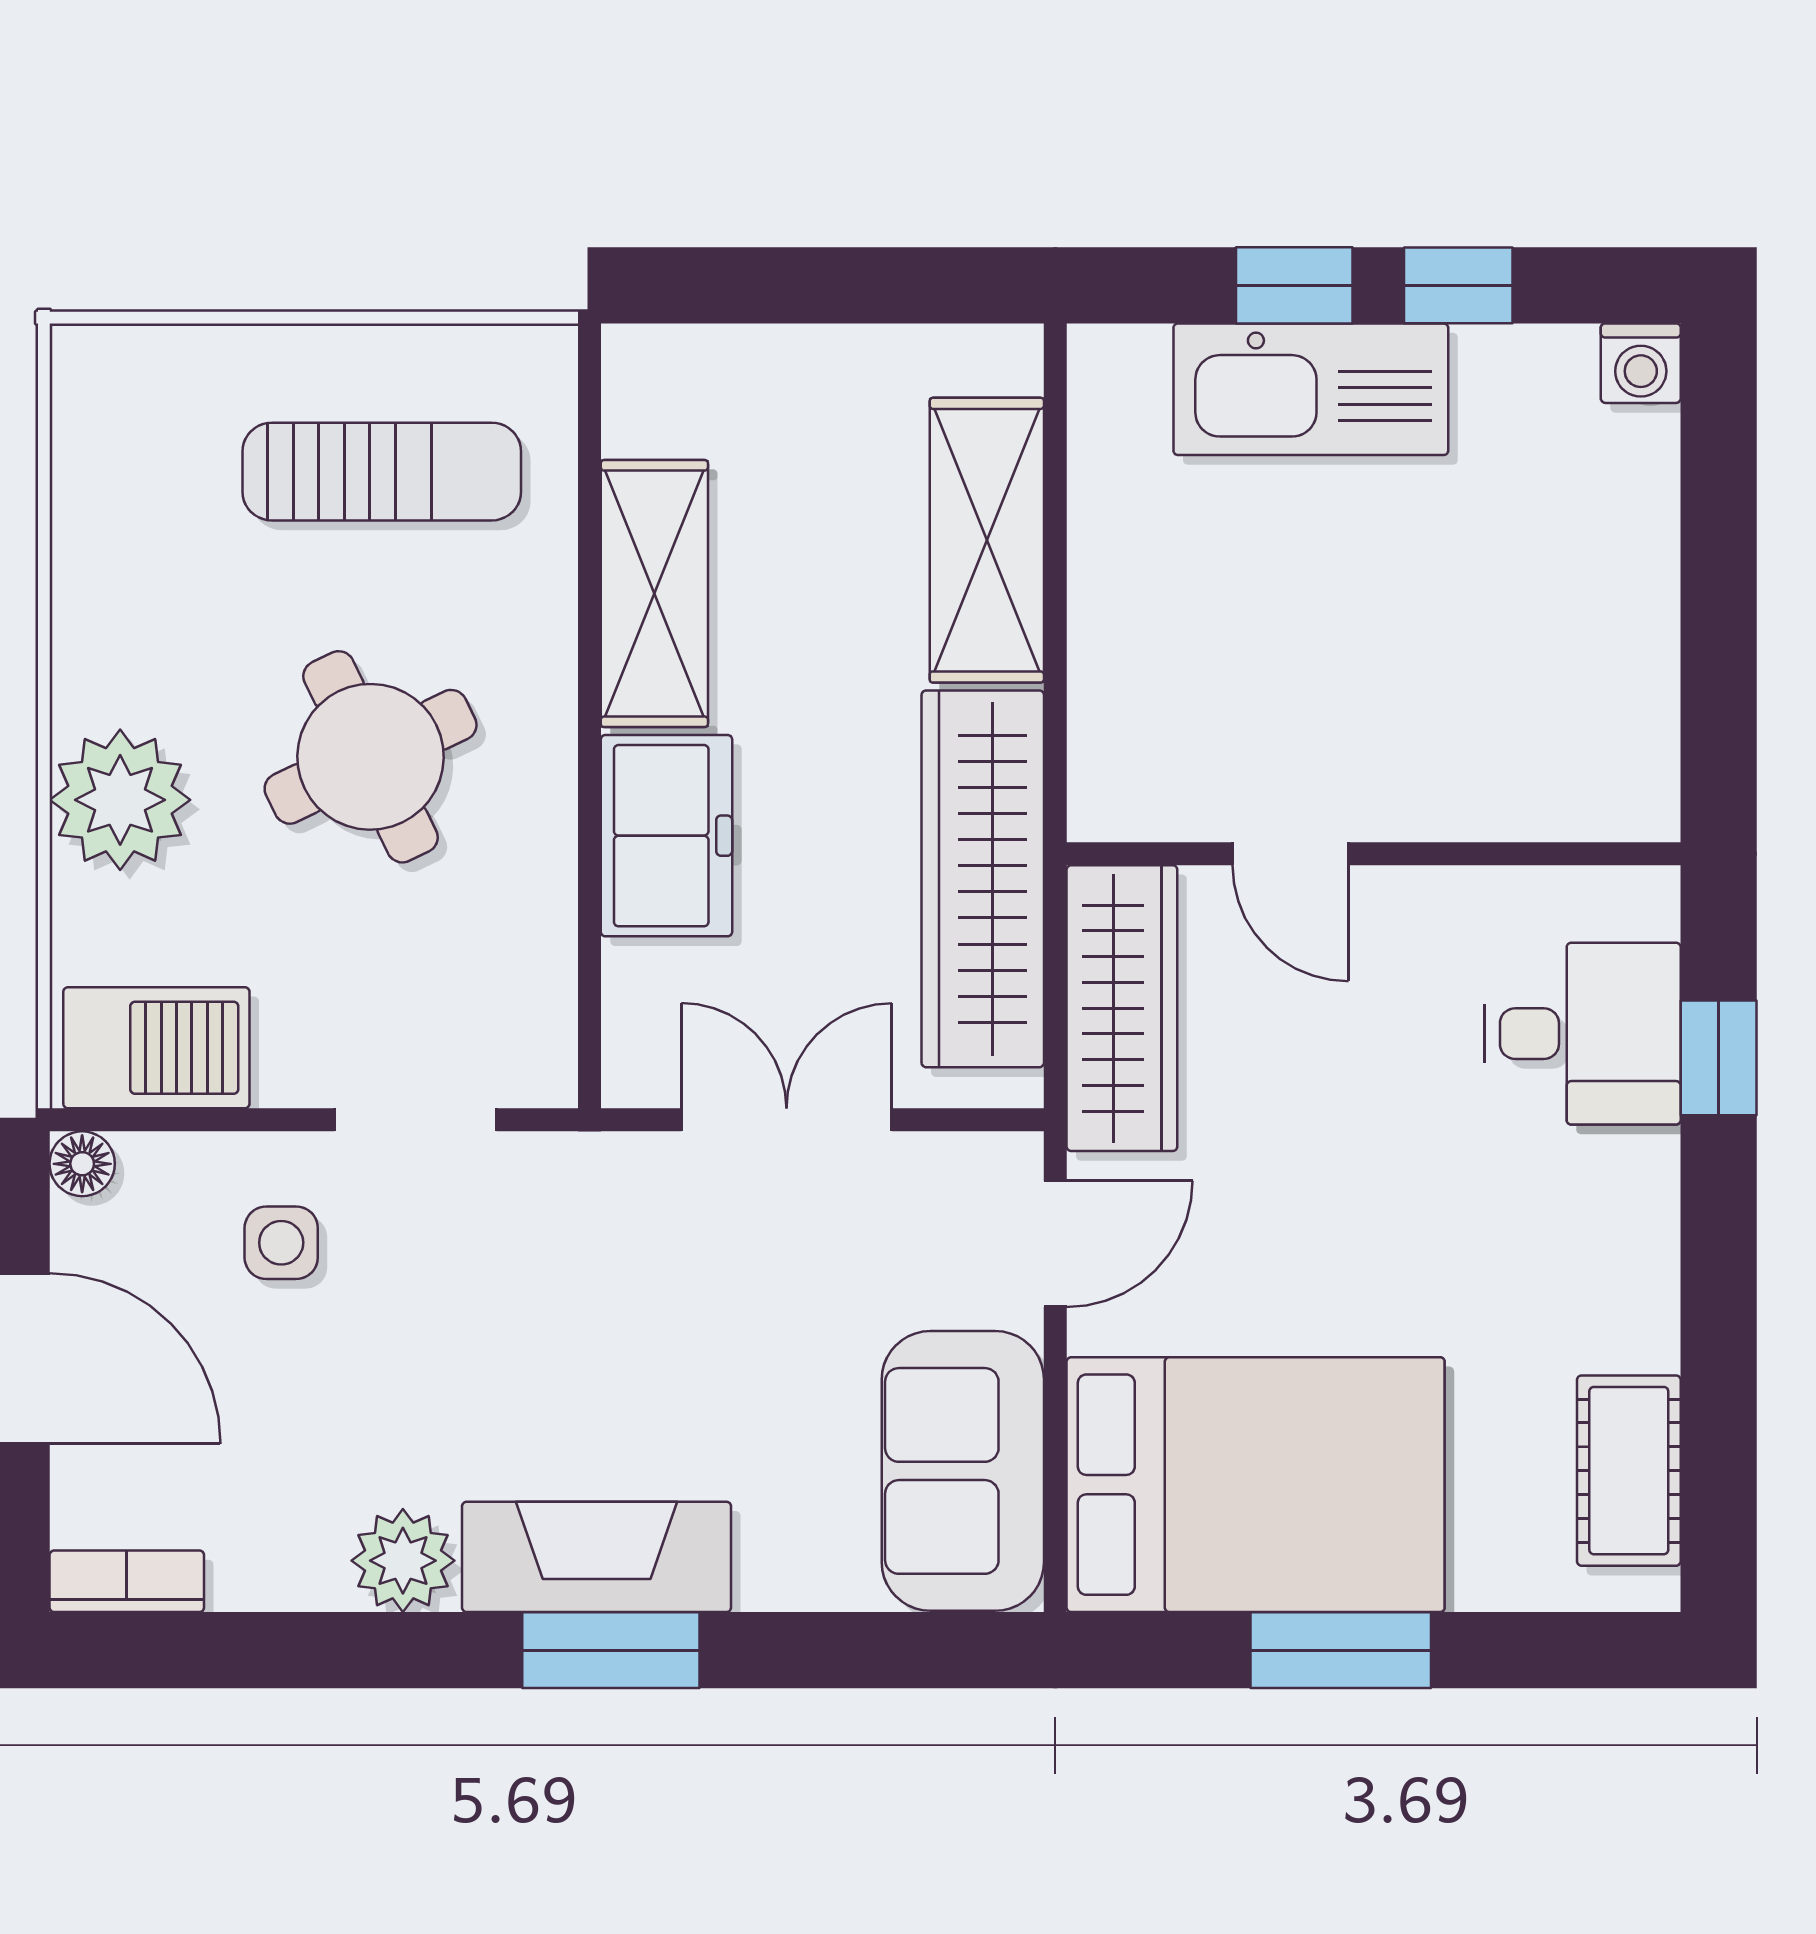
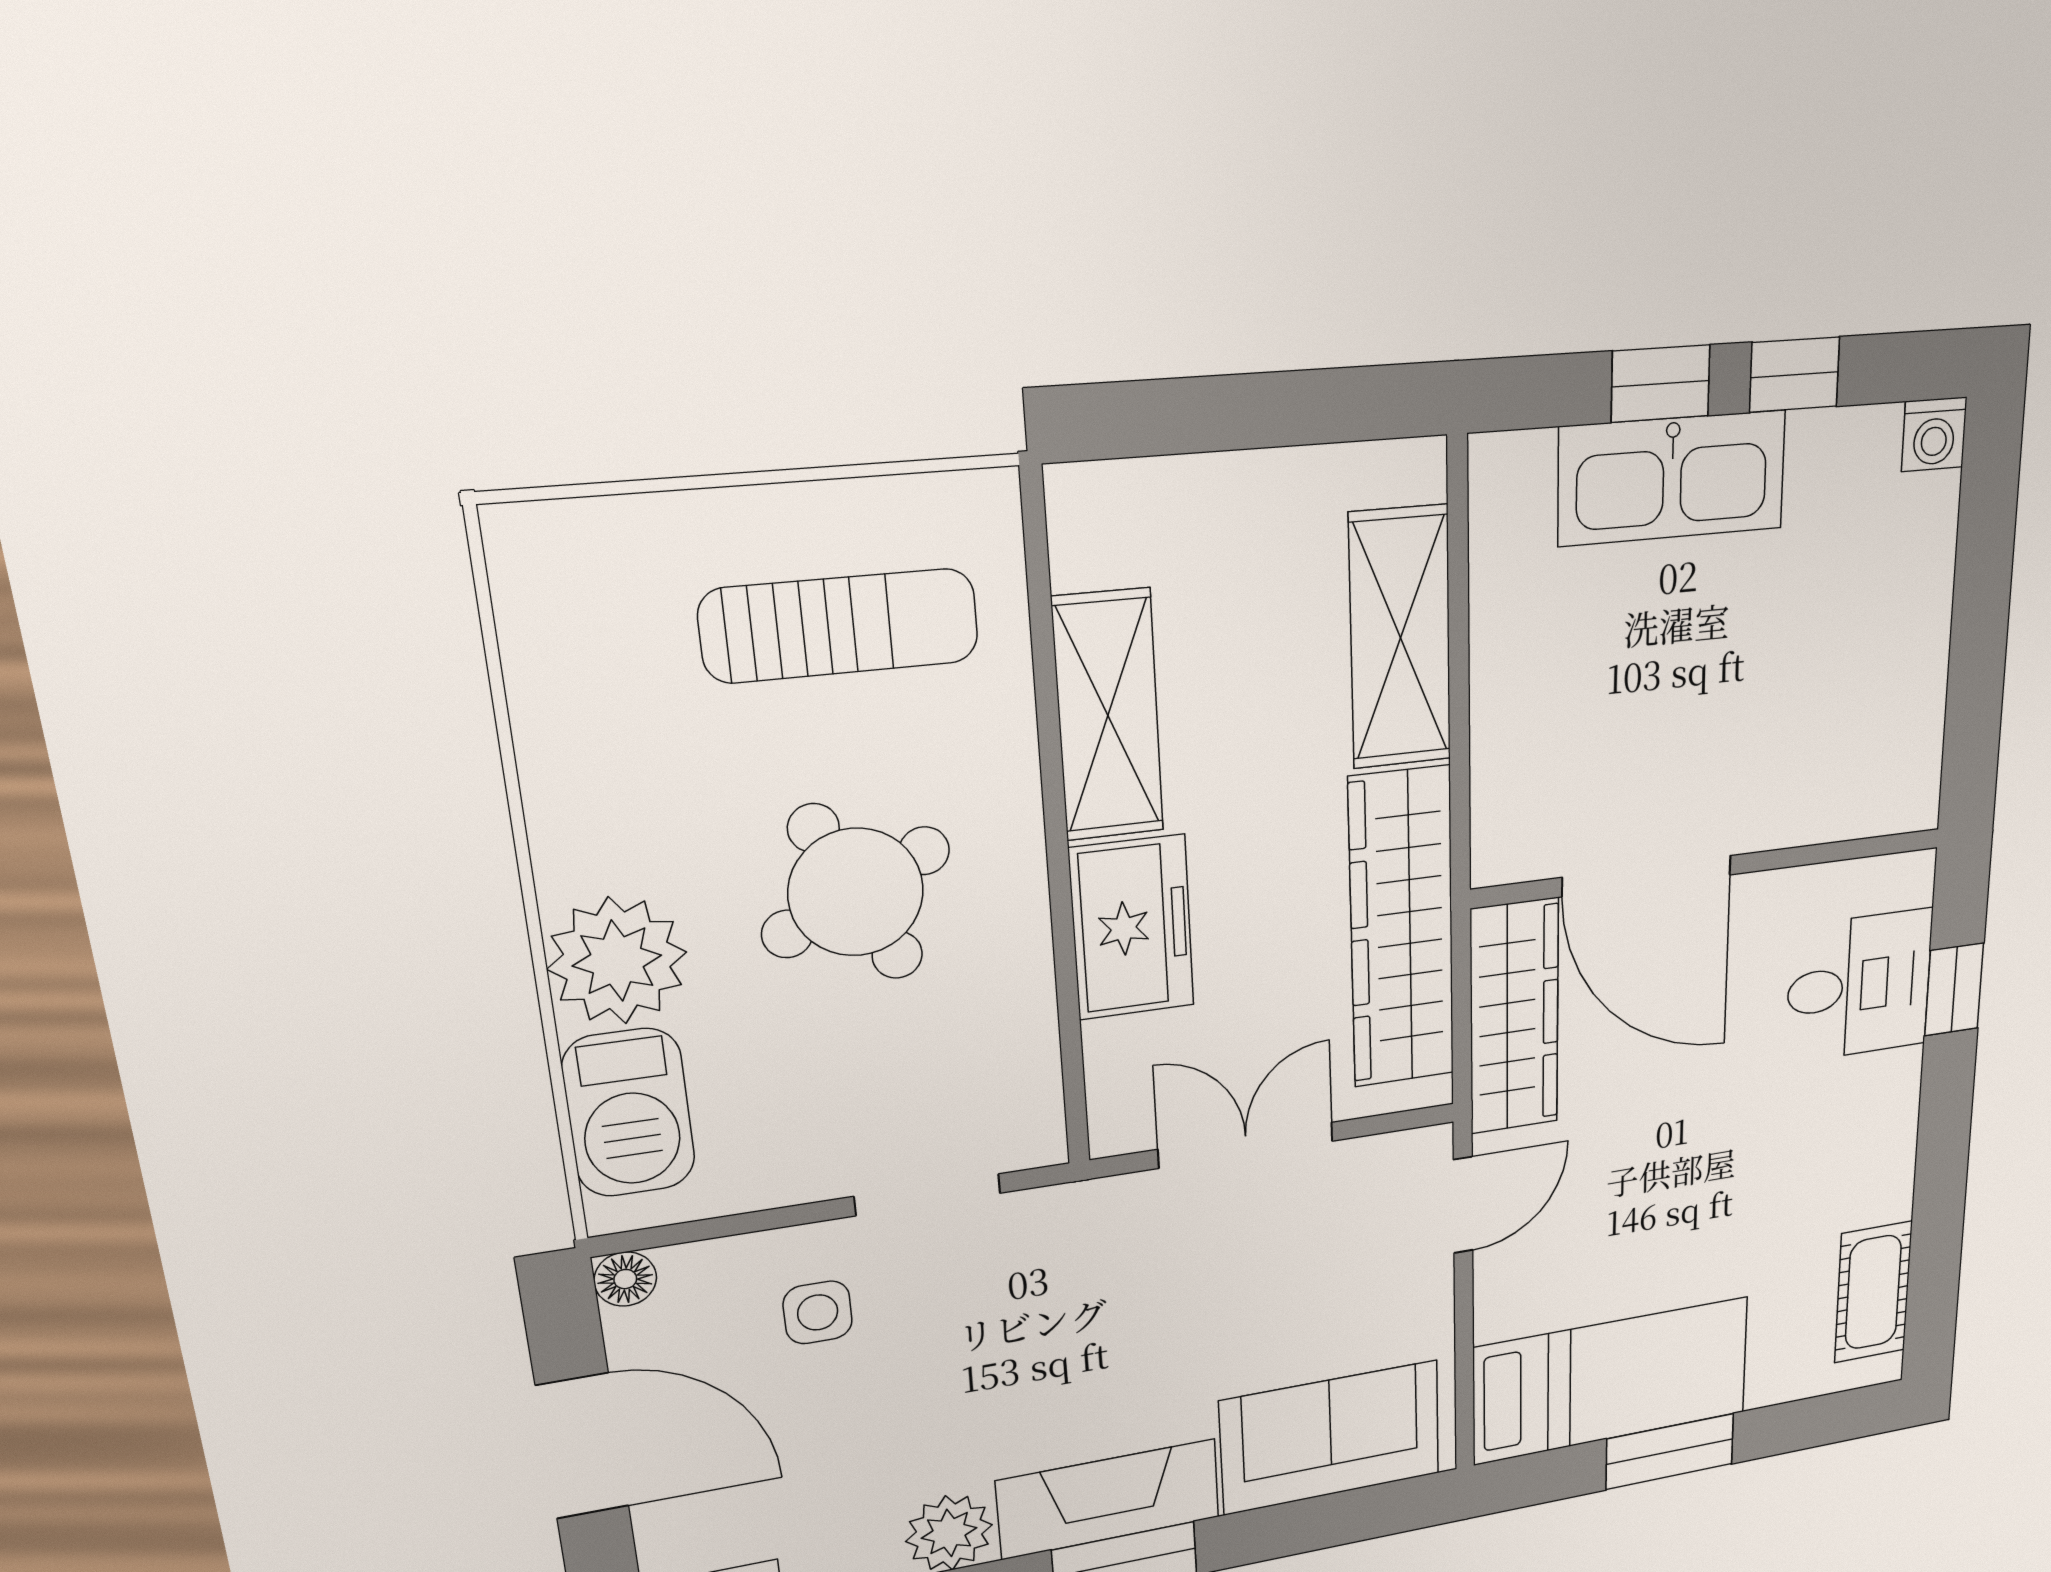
door: (1290, 854) -> (1647, 876), width x1.87
barbecue: (156, 1048) -> (629, 1113), moved, turned 90
sofa: (963, 1471) -> (1331, 1438), moved, turned 90
bed: (1256, 1485) -> (1611, 1380), width x0.67

